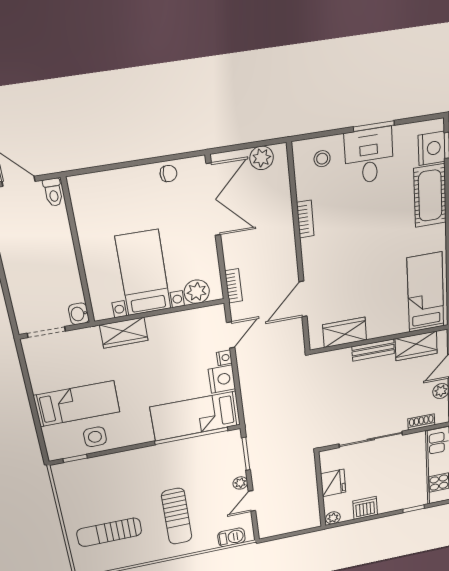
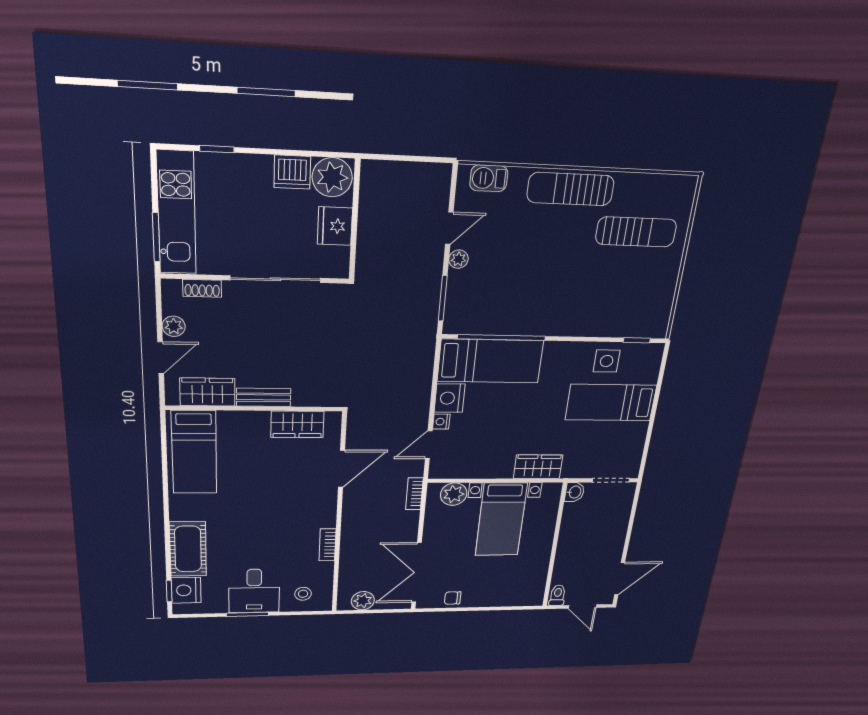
sun lounger: (177, 516) -> (571, 189), moved, turned -90
plant: (333, 518) -> (332, 177), width x1.87, depth x1.87

